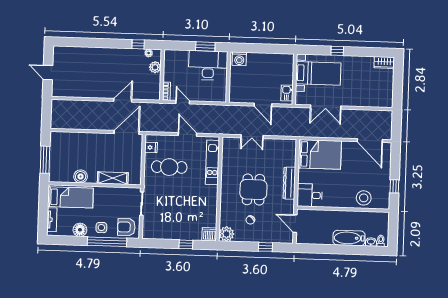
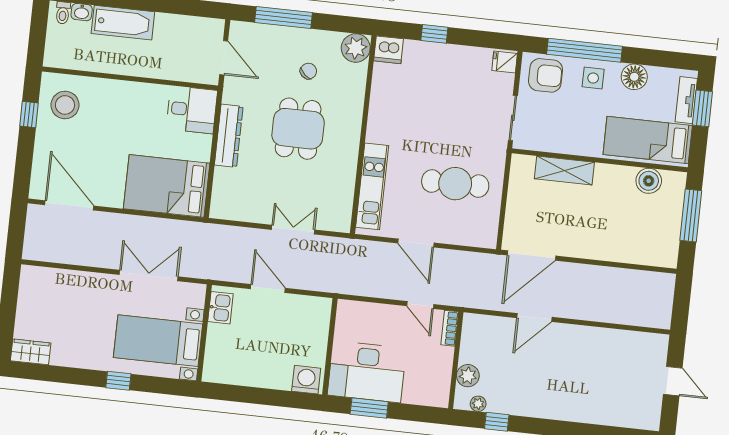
fridge: (151, 147) -> (505, 62), moved
boiler: (81, 176) -> (649, 181), moved
stool: (364, 198) -> (65, 105), moved
window: (43, 216) -> (702, 108), added
window: (265, 247) -> (283, 17), width x2.17

